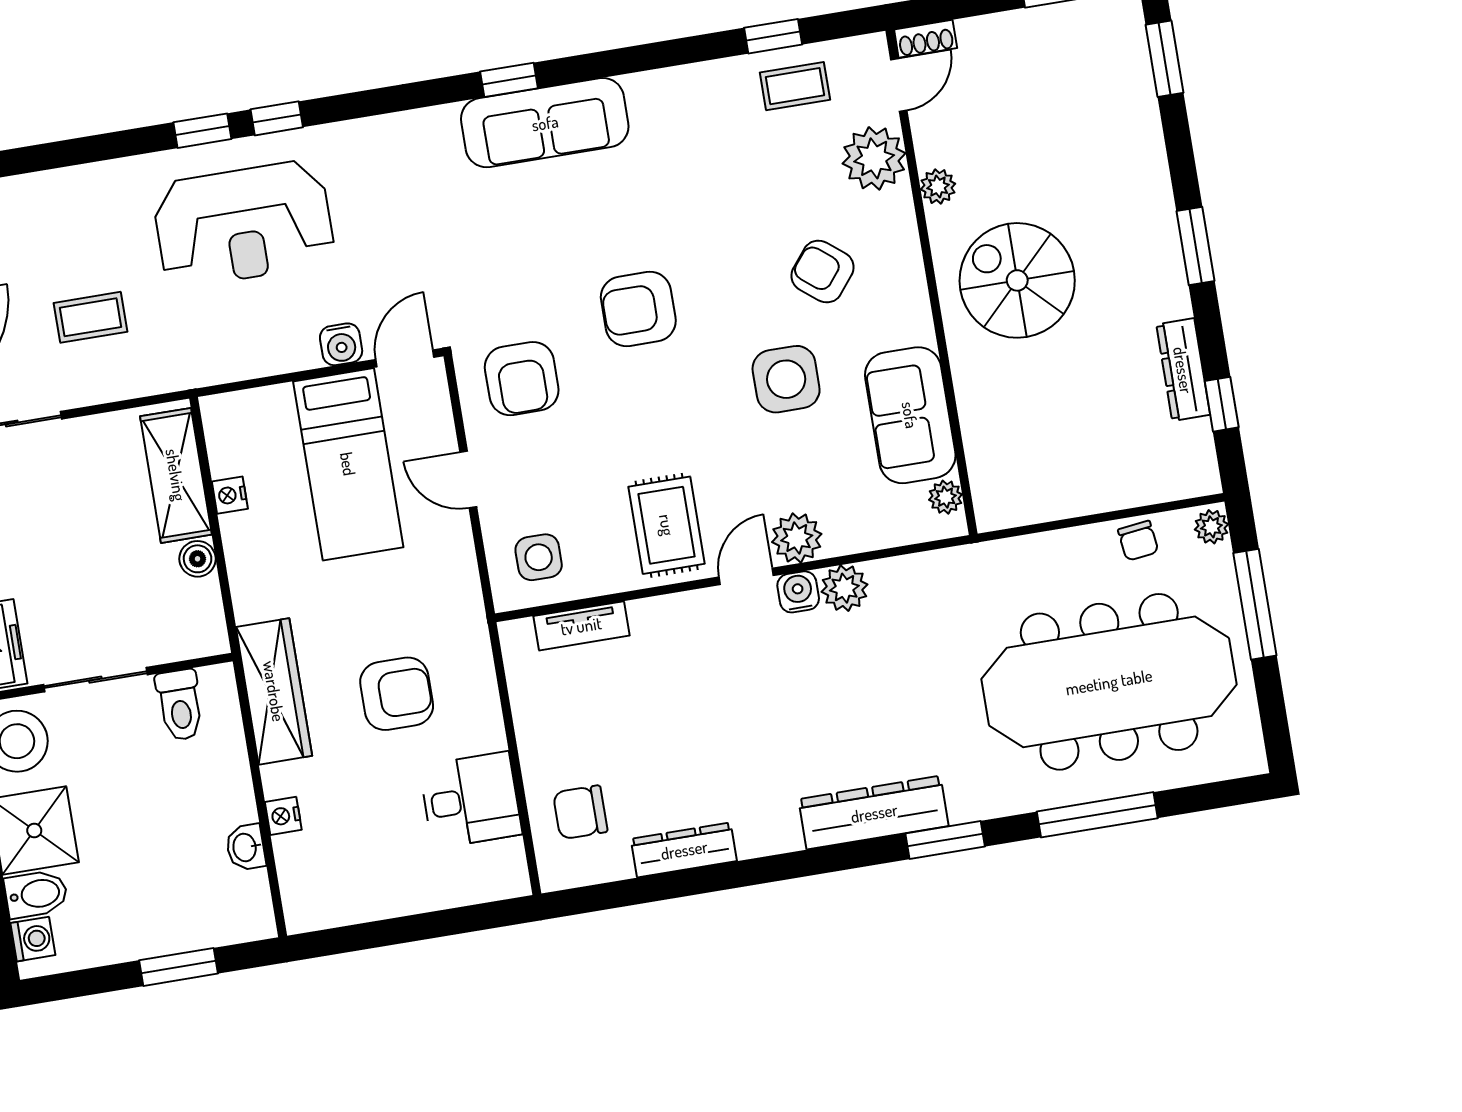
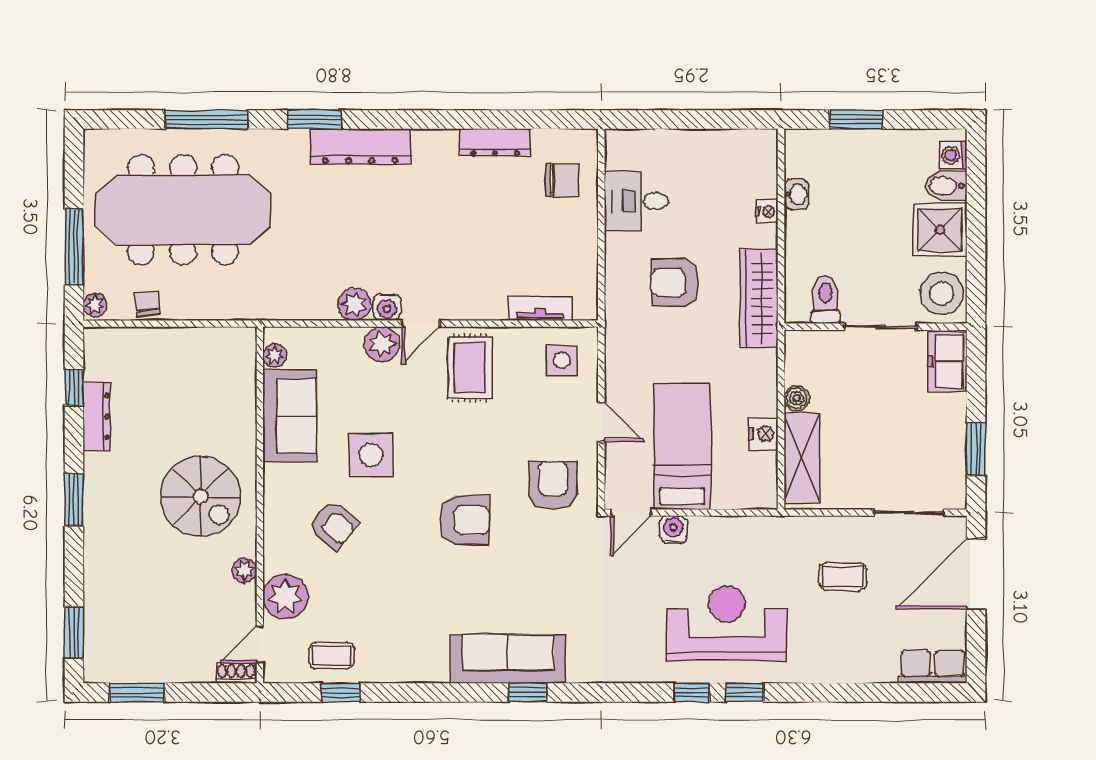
nightstand: (230, 495) -> (763, 434), width x1.39, depth x1.35

